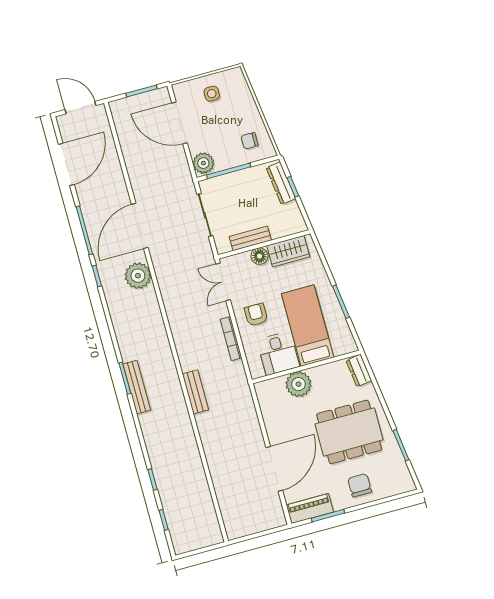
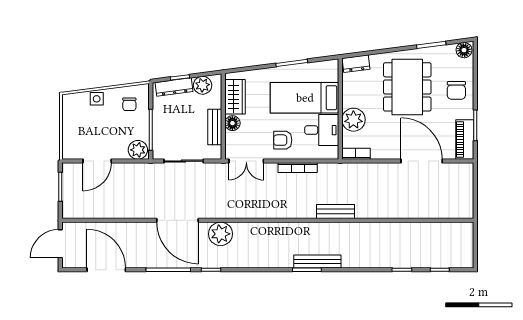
side table: (212, 94) -> (97, 99), moved
door: (180, 123) -> (97, 161), width x0.73
plant: (291, 213) -> (203, 85), added
bookcase: (263, 397) -> (356, 154), added
floor lamp: (405, 482) -> (464, 50), added
chair: (360, 485) -> (456, 90), turned -90

